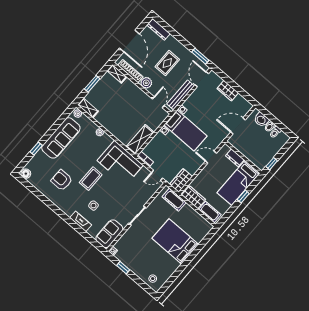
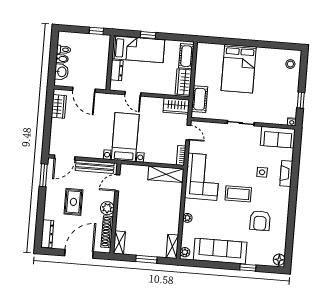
rug: (167, 63) -> (73, 202), turned 90
wardrobe: (228, 91) -> (59, 106), moved

